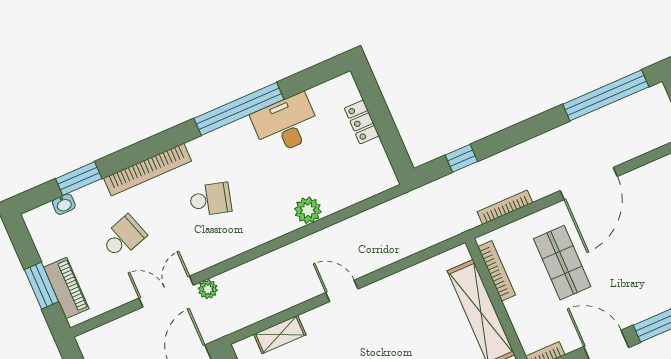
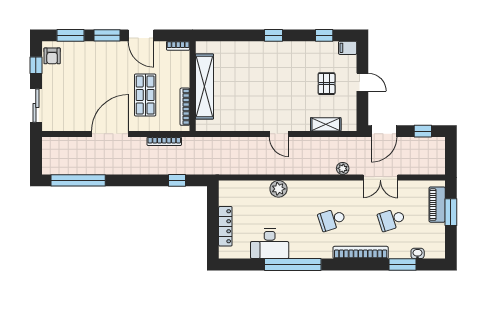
locker: (362, 122) -> (225, 226), width x1.53
school desk: (210, 199) -> (332, 220), turned -33
plant: (208, 289) -> (343, 168), moved

